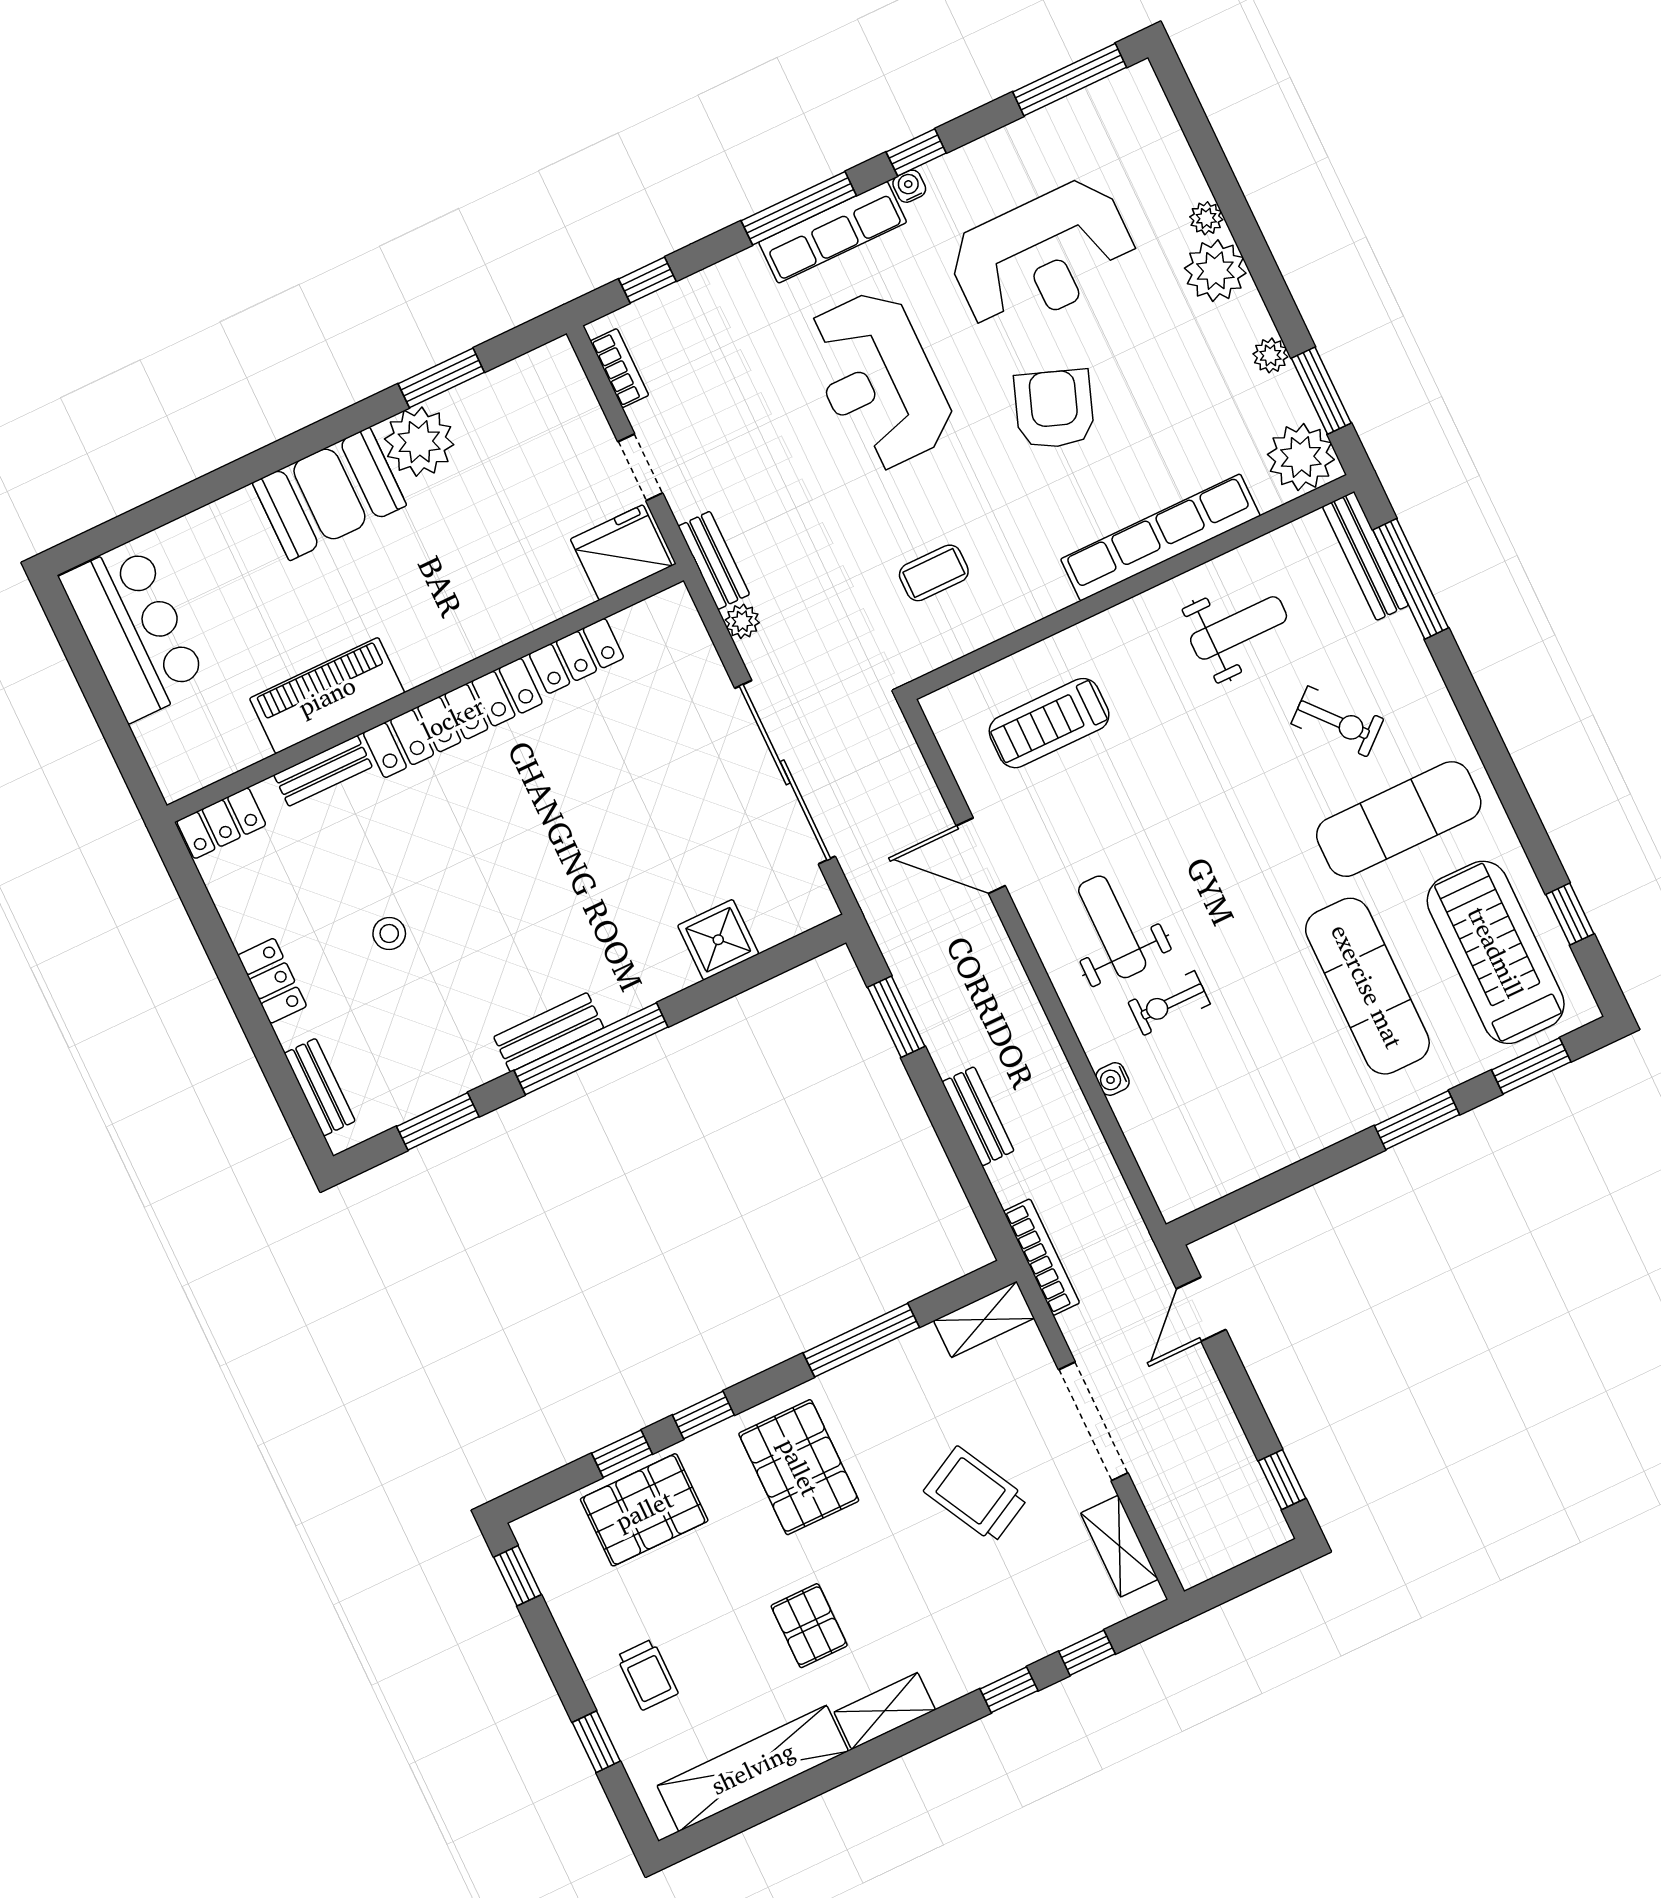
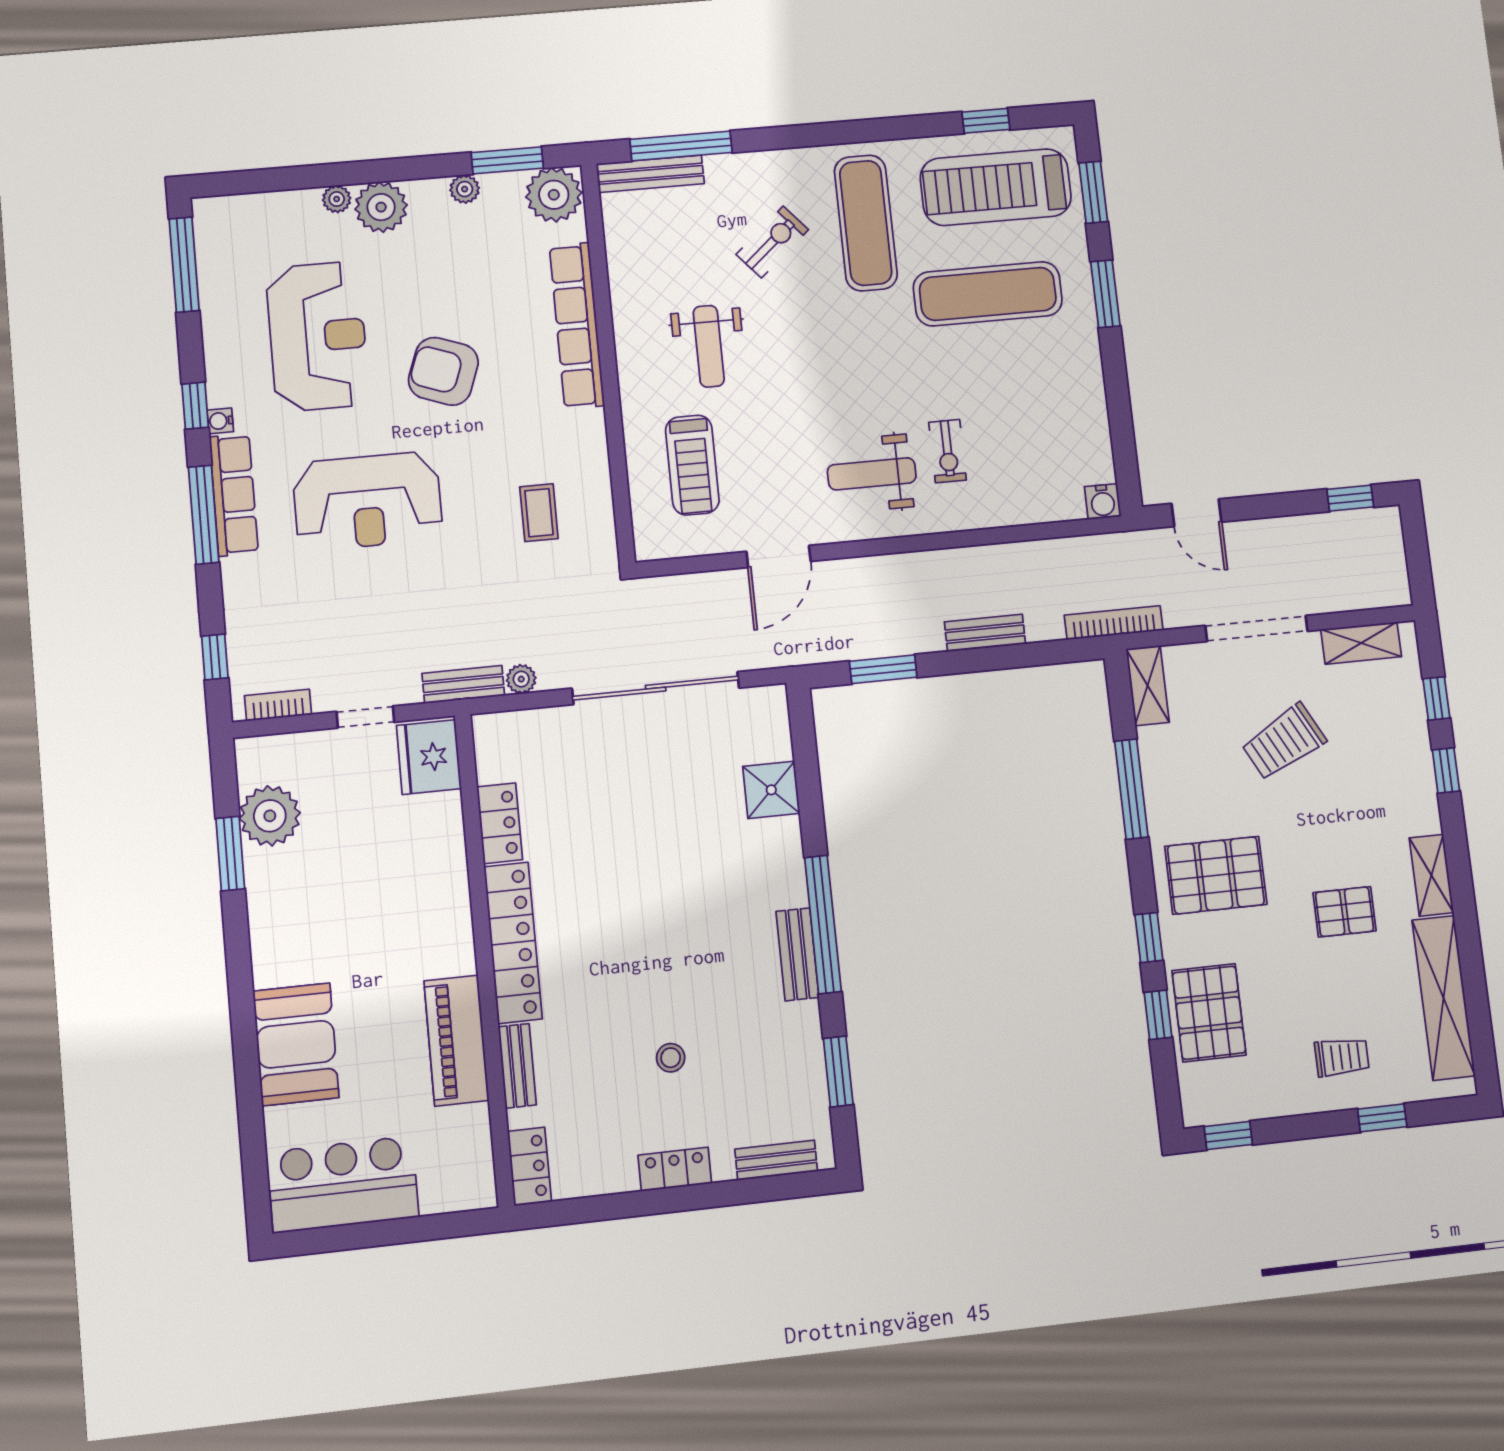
plant: (419, 442) -> (270, 816), moved
booth: (329, 494) -> (296, 1044), moved
weight bench: (1239, 628) -> (709, 346), moved, turned 180
water cooler: (1113, 1079) -> (1103, 501), moved, width x1.38, depth x1.38

